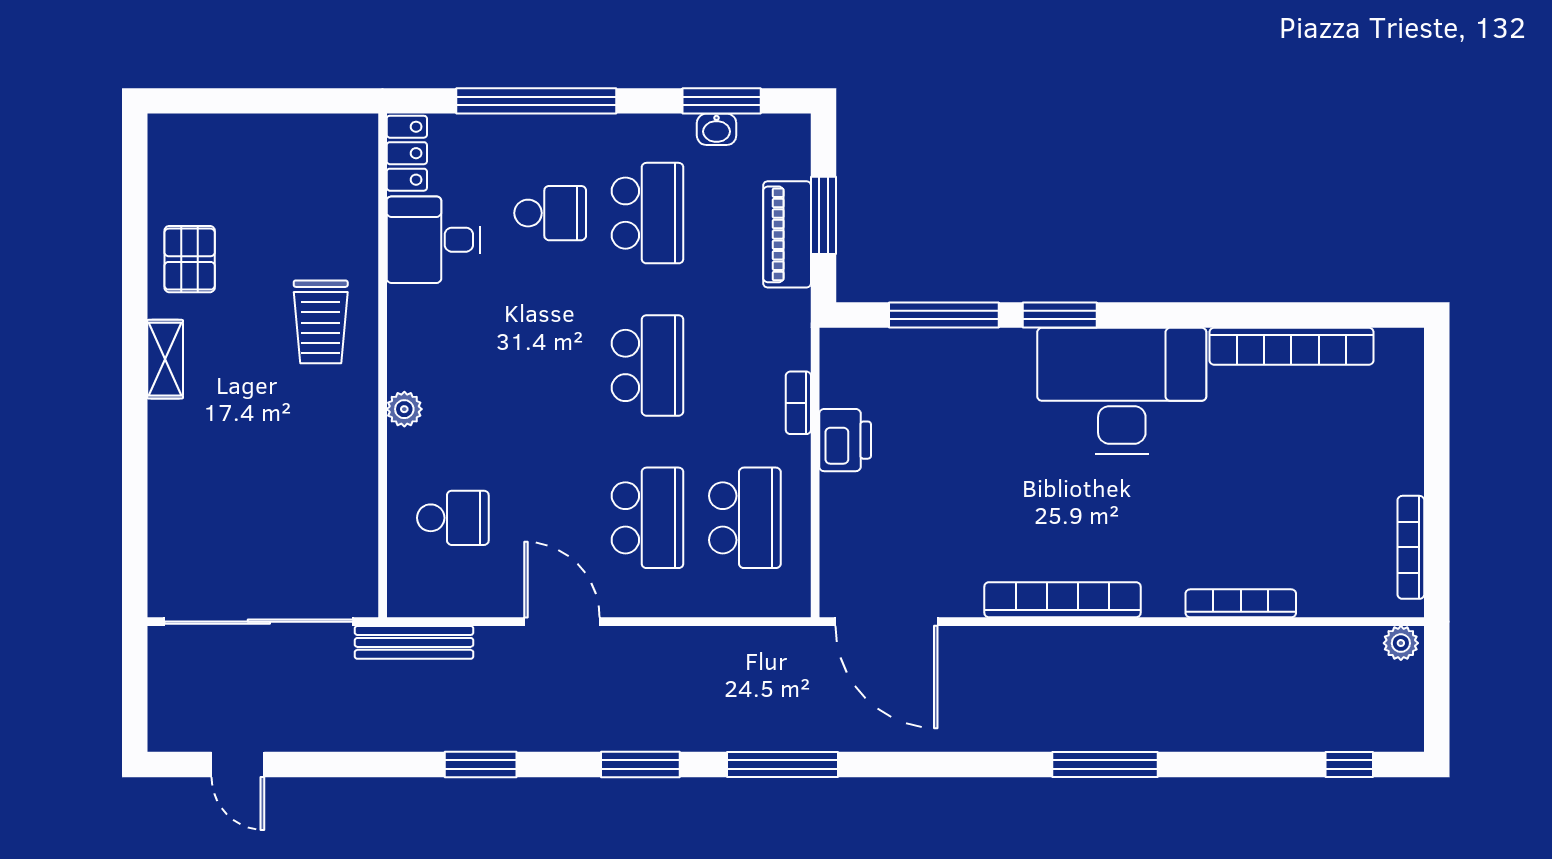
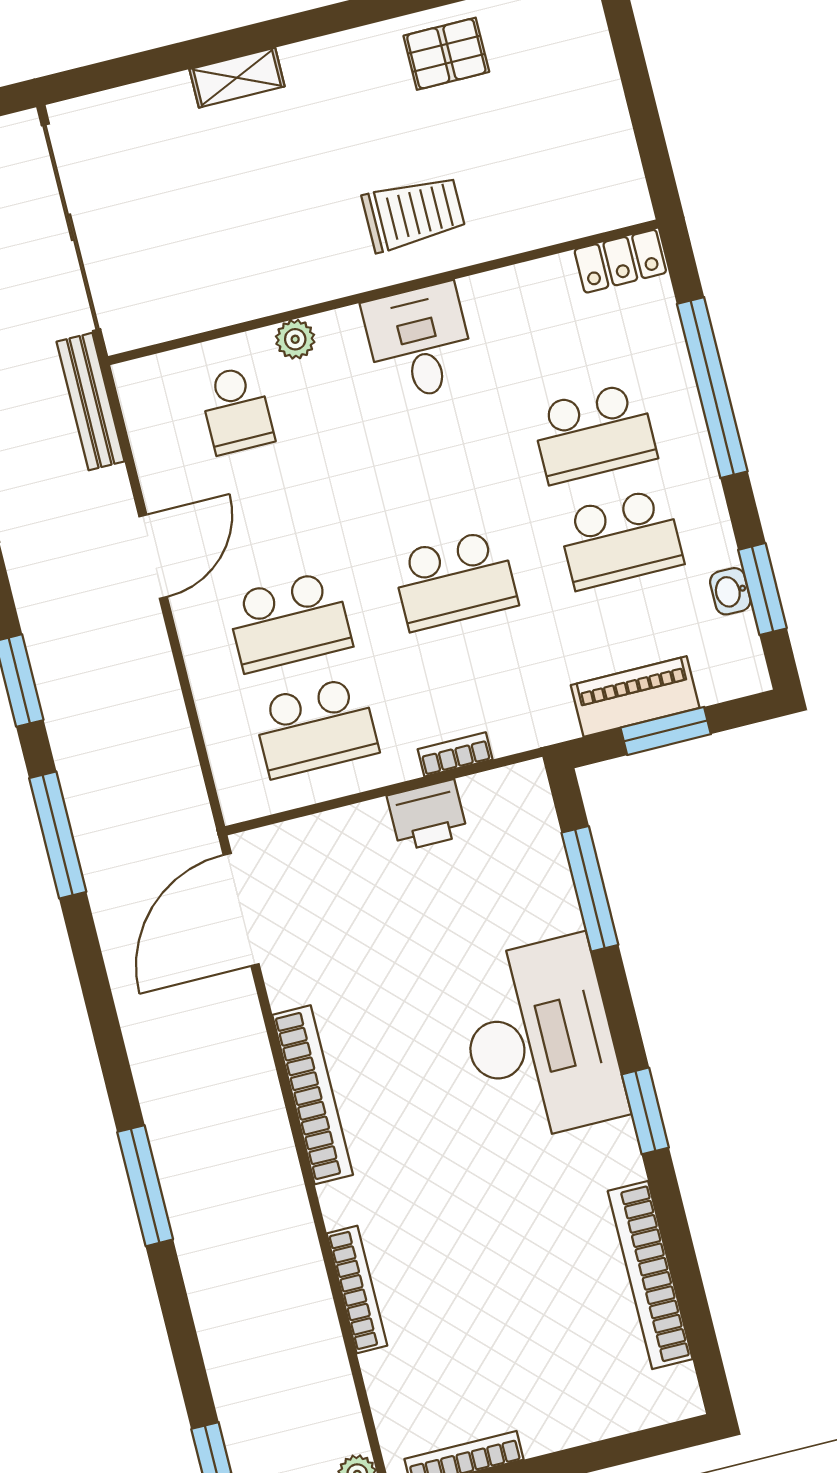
school desk: (550, 213) -> (594, 433), width x1.85
desk: (434, 240) -> (419, 342), moved
window: (1060, 315) -> (645, 1111), moved
trolley: (321, 322) -> (414, 213), turned 180
shelving: (165, 359) -> (237, 78), moved
desk: (1122, 391) -> (540, 1039), moved
plant: (404, 409) -> (295, 339), moved

